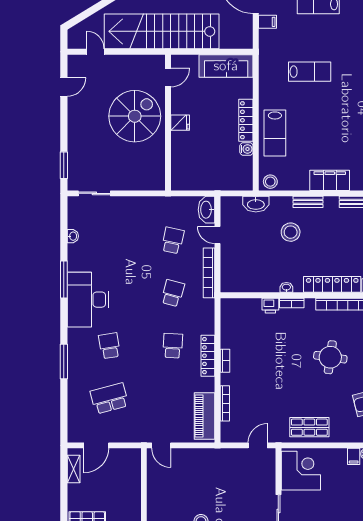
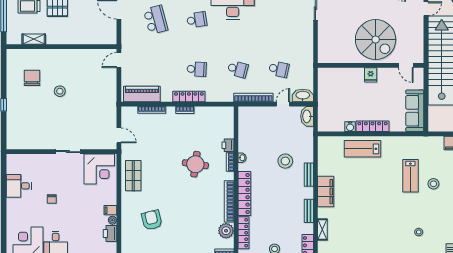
stool: (270, 182) -> (433, 184), moved
washbasin: (256, 204) -> (307, 116), moved
round table: (330, 357) -> (195, 164), moved

